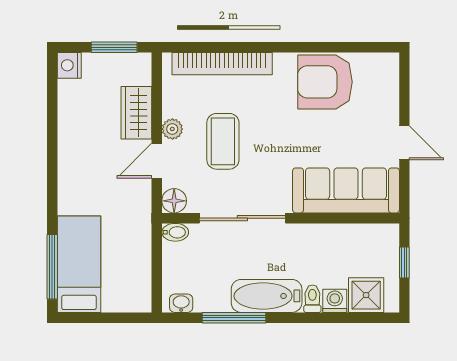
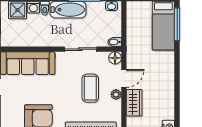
sliding door: (242, 218) -> (80, 49), width x0.73

